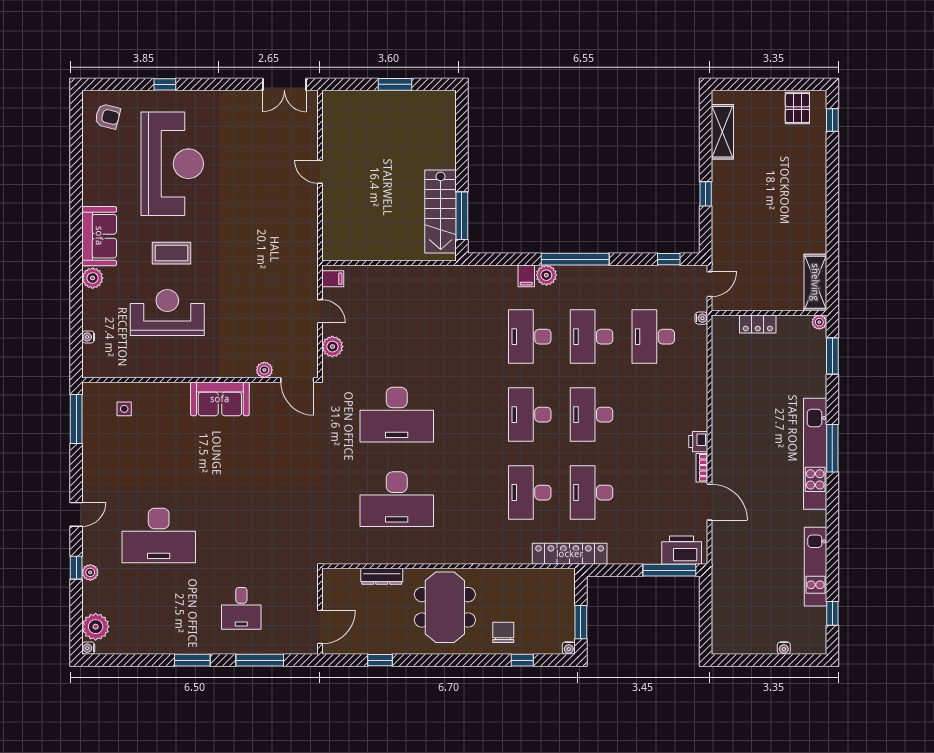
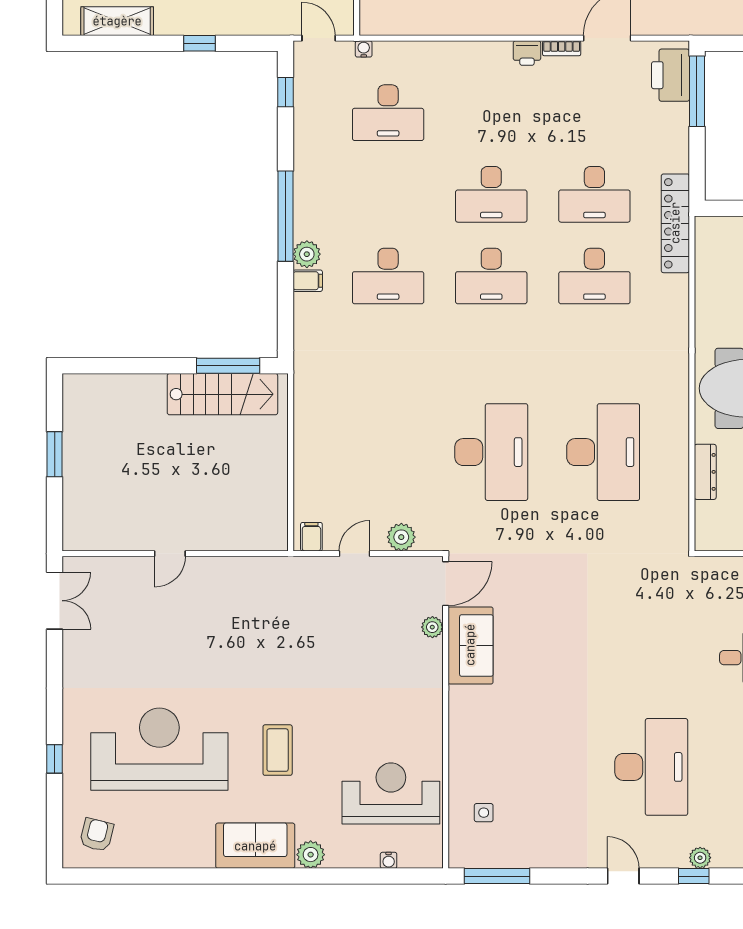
reception desk: (167, 313) -> (391, 793), moved, turned 90
desk: (592, 337) -> (388, 194), removed
sofa: (220, 399) -> (470, 645), moved

